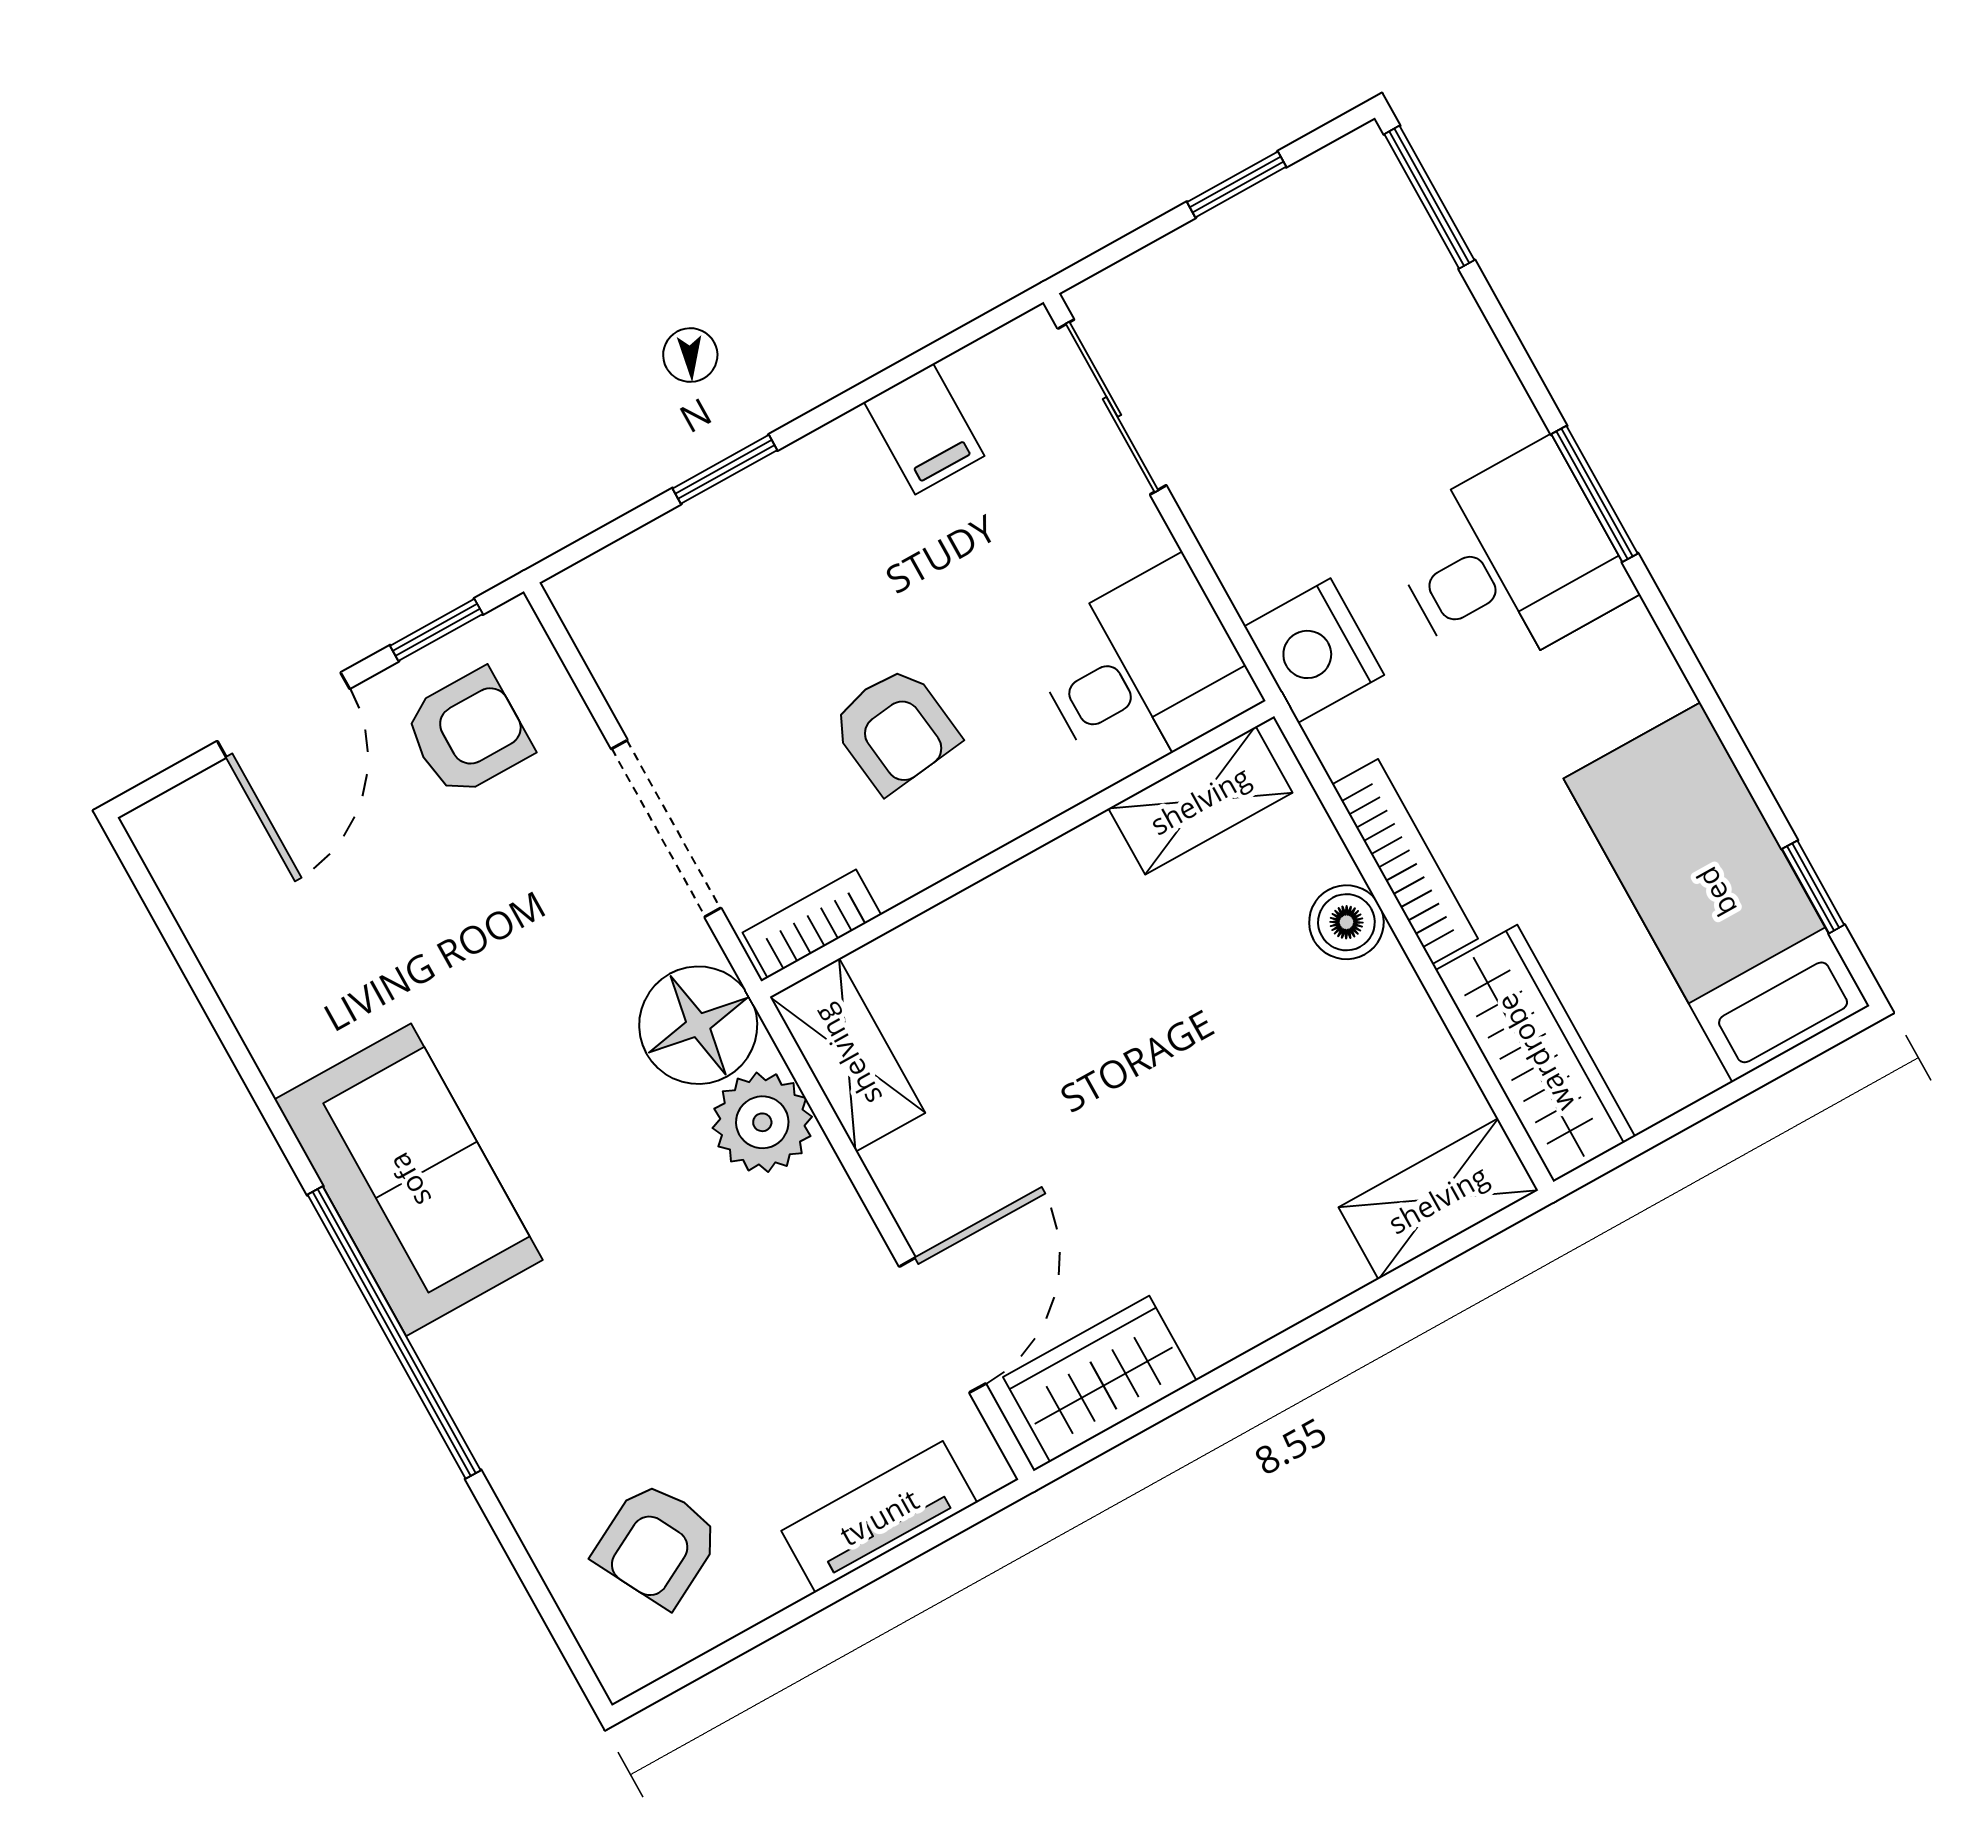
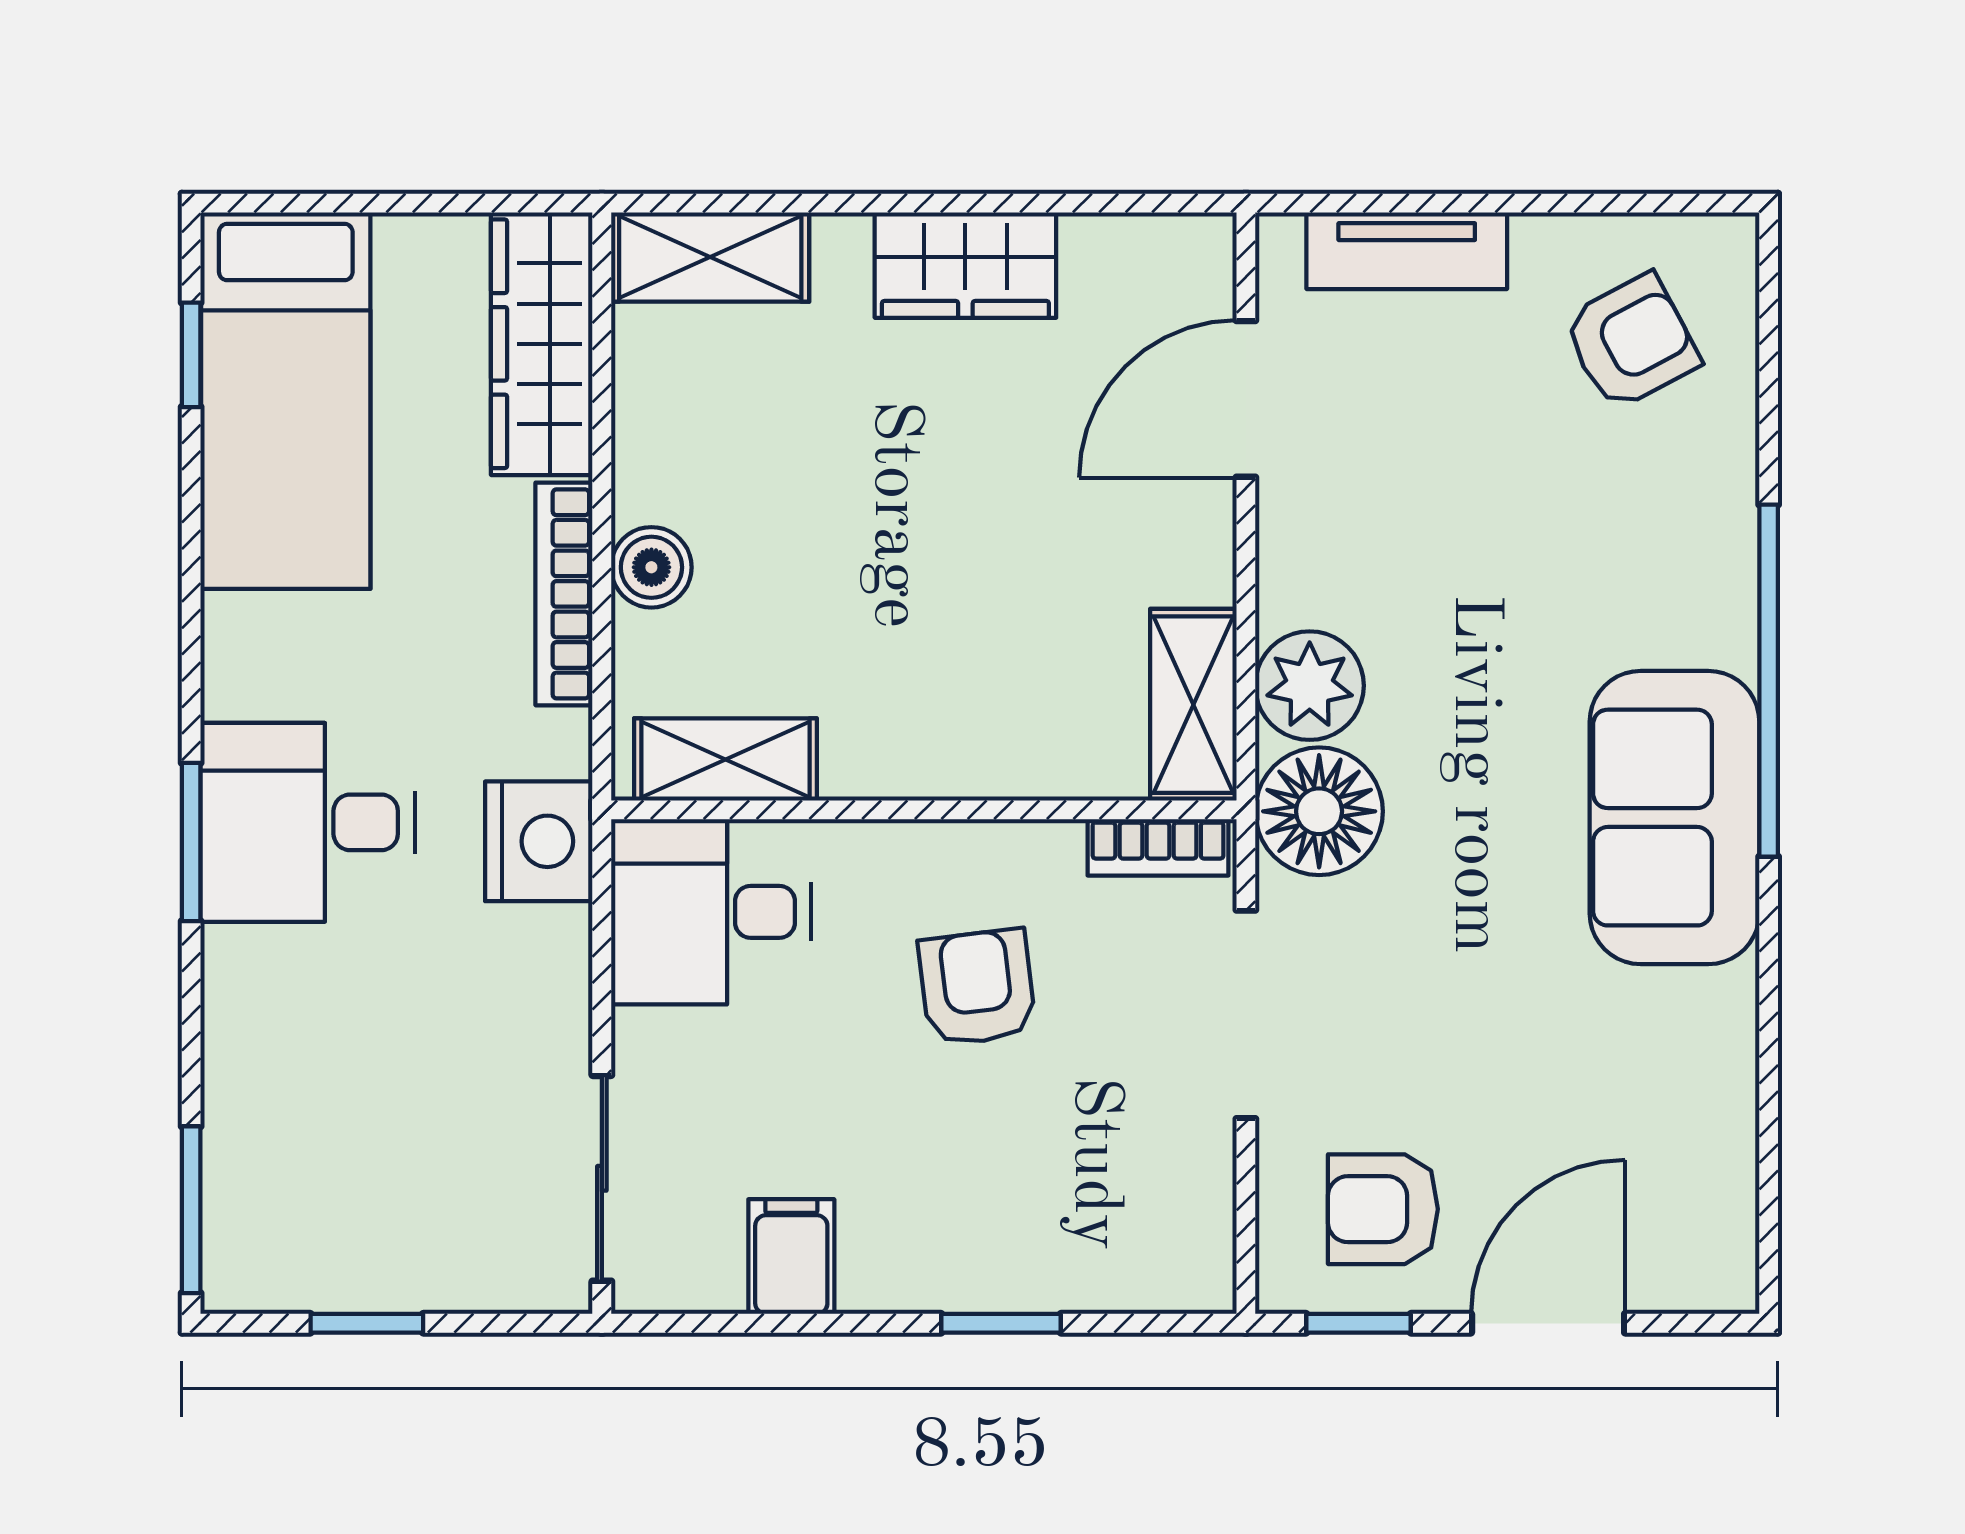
wardrobe: (1100, 1379) -> (965, 265), moved

